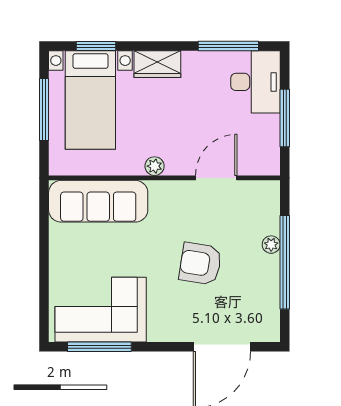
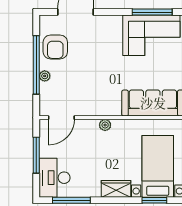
plant: (155, 166) -> (105, 125), moved
door: (216, 178) -> (61, 118), moved
armchair: (200, 264) -> (55, 47), moved, turned 81

